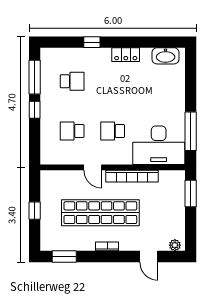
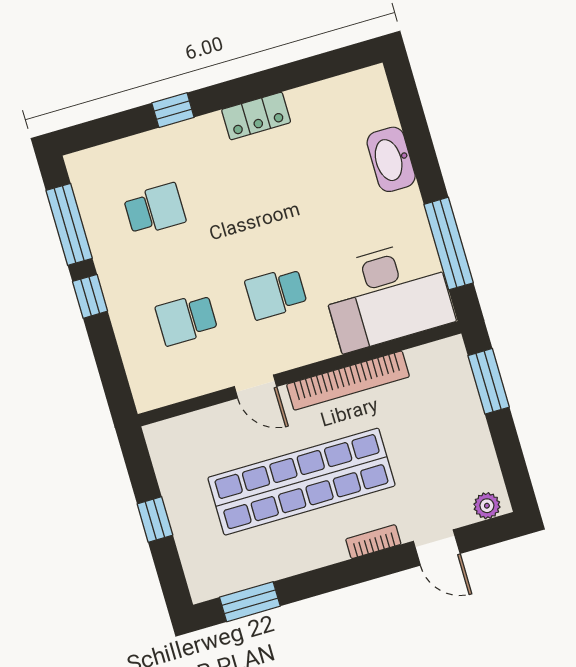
washbasin: (166, 56) -> (391, 159), moved, turned 90
bookcase: (107, 246) -> (373, 542), moved

